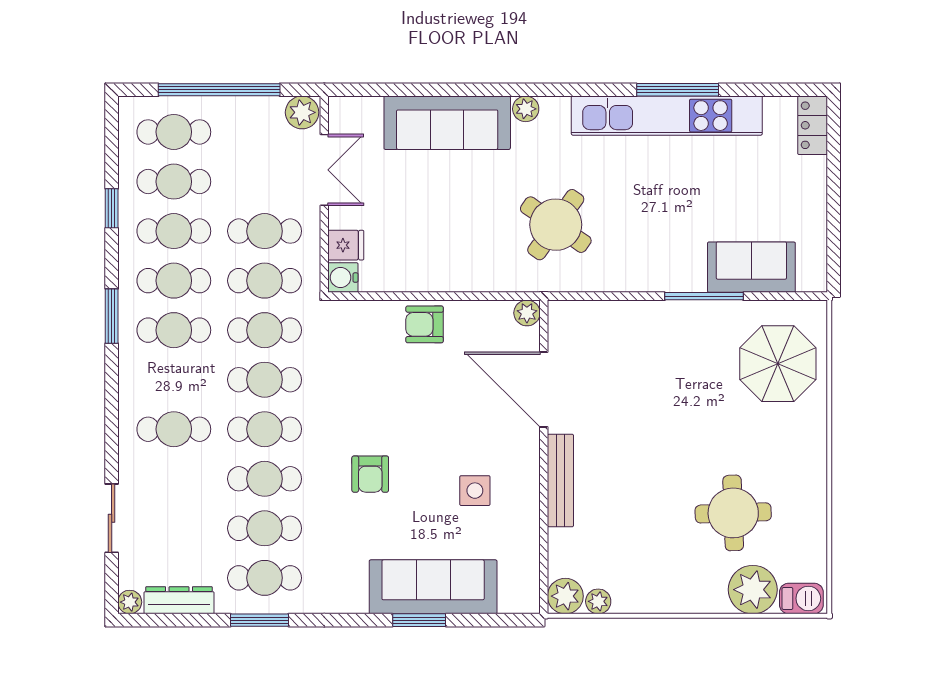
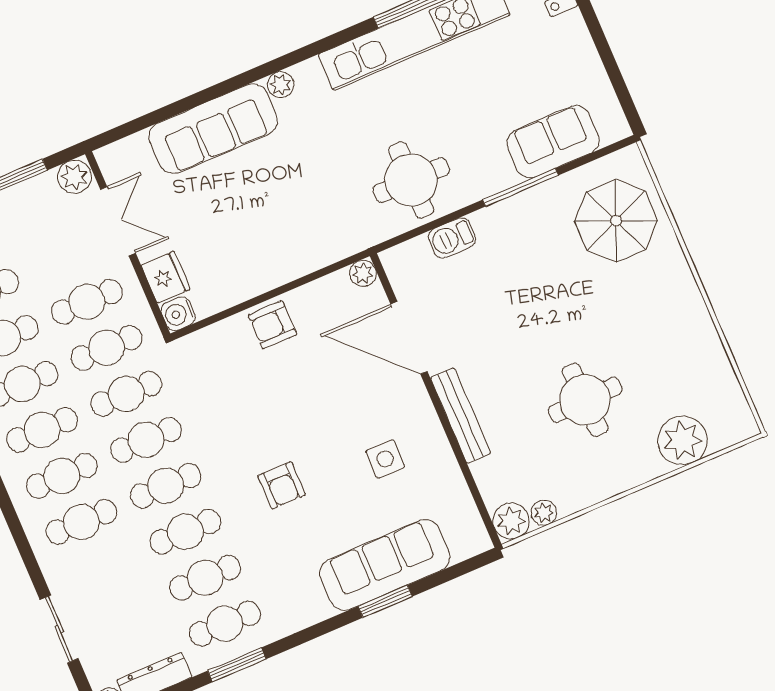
round table: (556, 225) -> (411, 180), moved, turned -35
fridge: (346, 245) -> (166, 277), width x1.38
cafe table: (174, 380) -> (62, 476), added
round table: (733, 513) -> (585, 400), moved
barbecue: (801, 598) -> (452, 238), moved, turned 180

